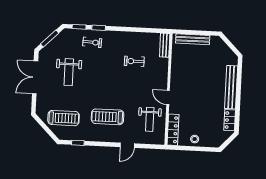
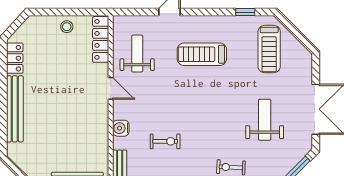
water cooler: (163, 71) -> (121, 128), added
treadmill: (108, 117) -> (202, 54), turned 180
treadmill: (64, 118) -> (269, 49), turned -90

